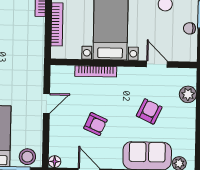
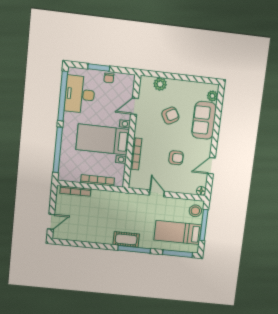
armchair: (149, 111) -> (170, 116), turned 126
armchair: (95, 124) -> (176, 158), turned 66

